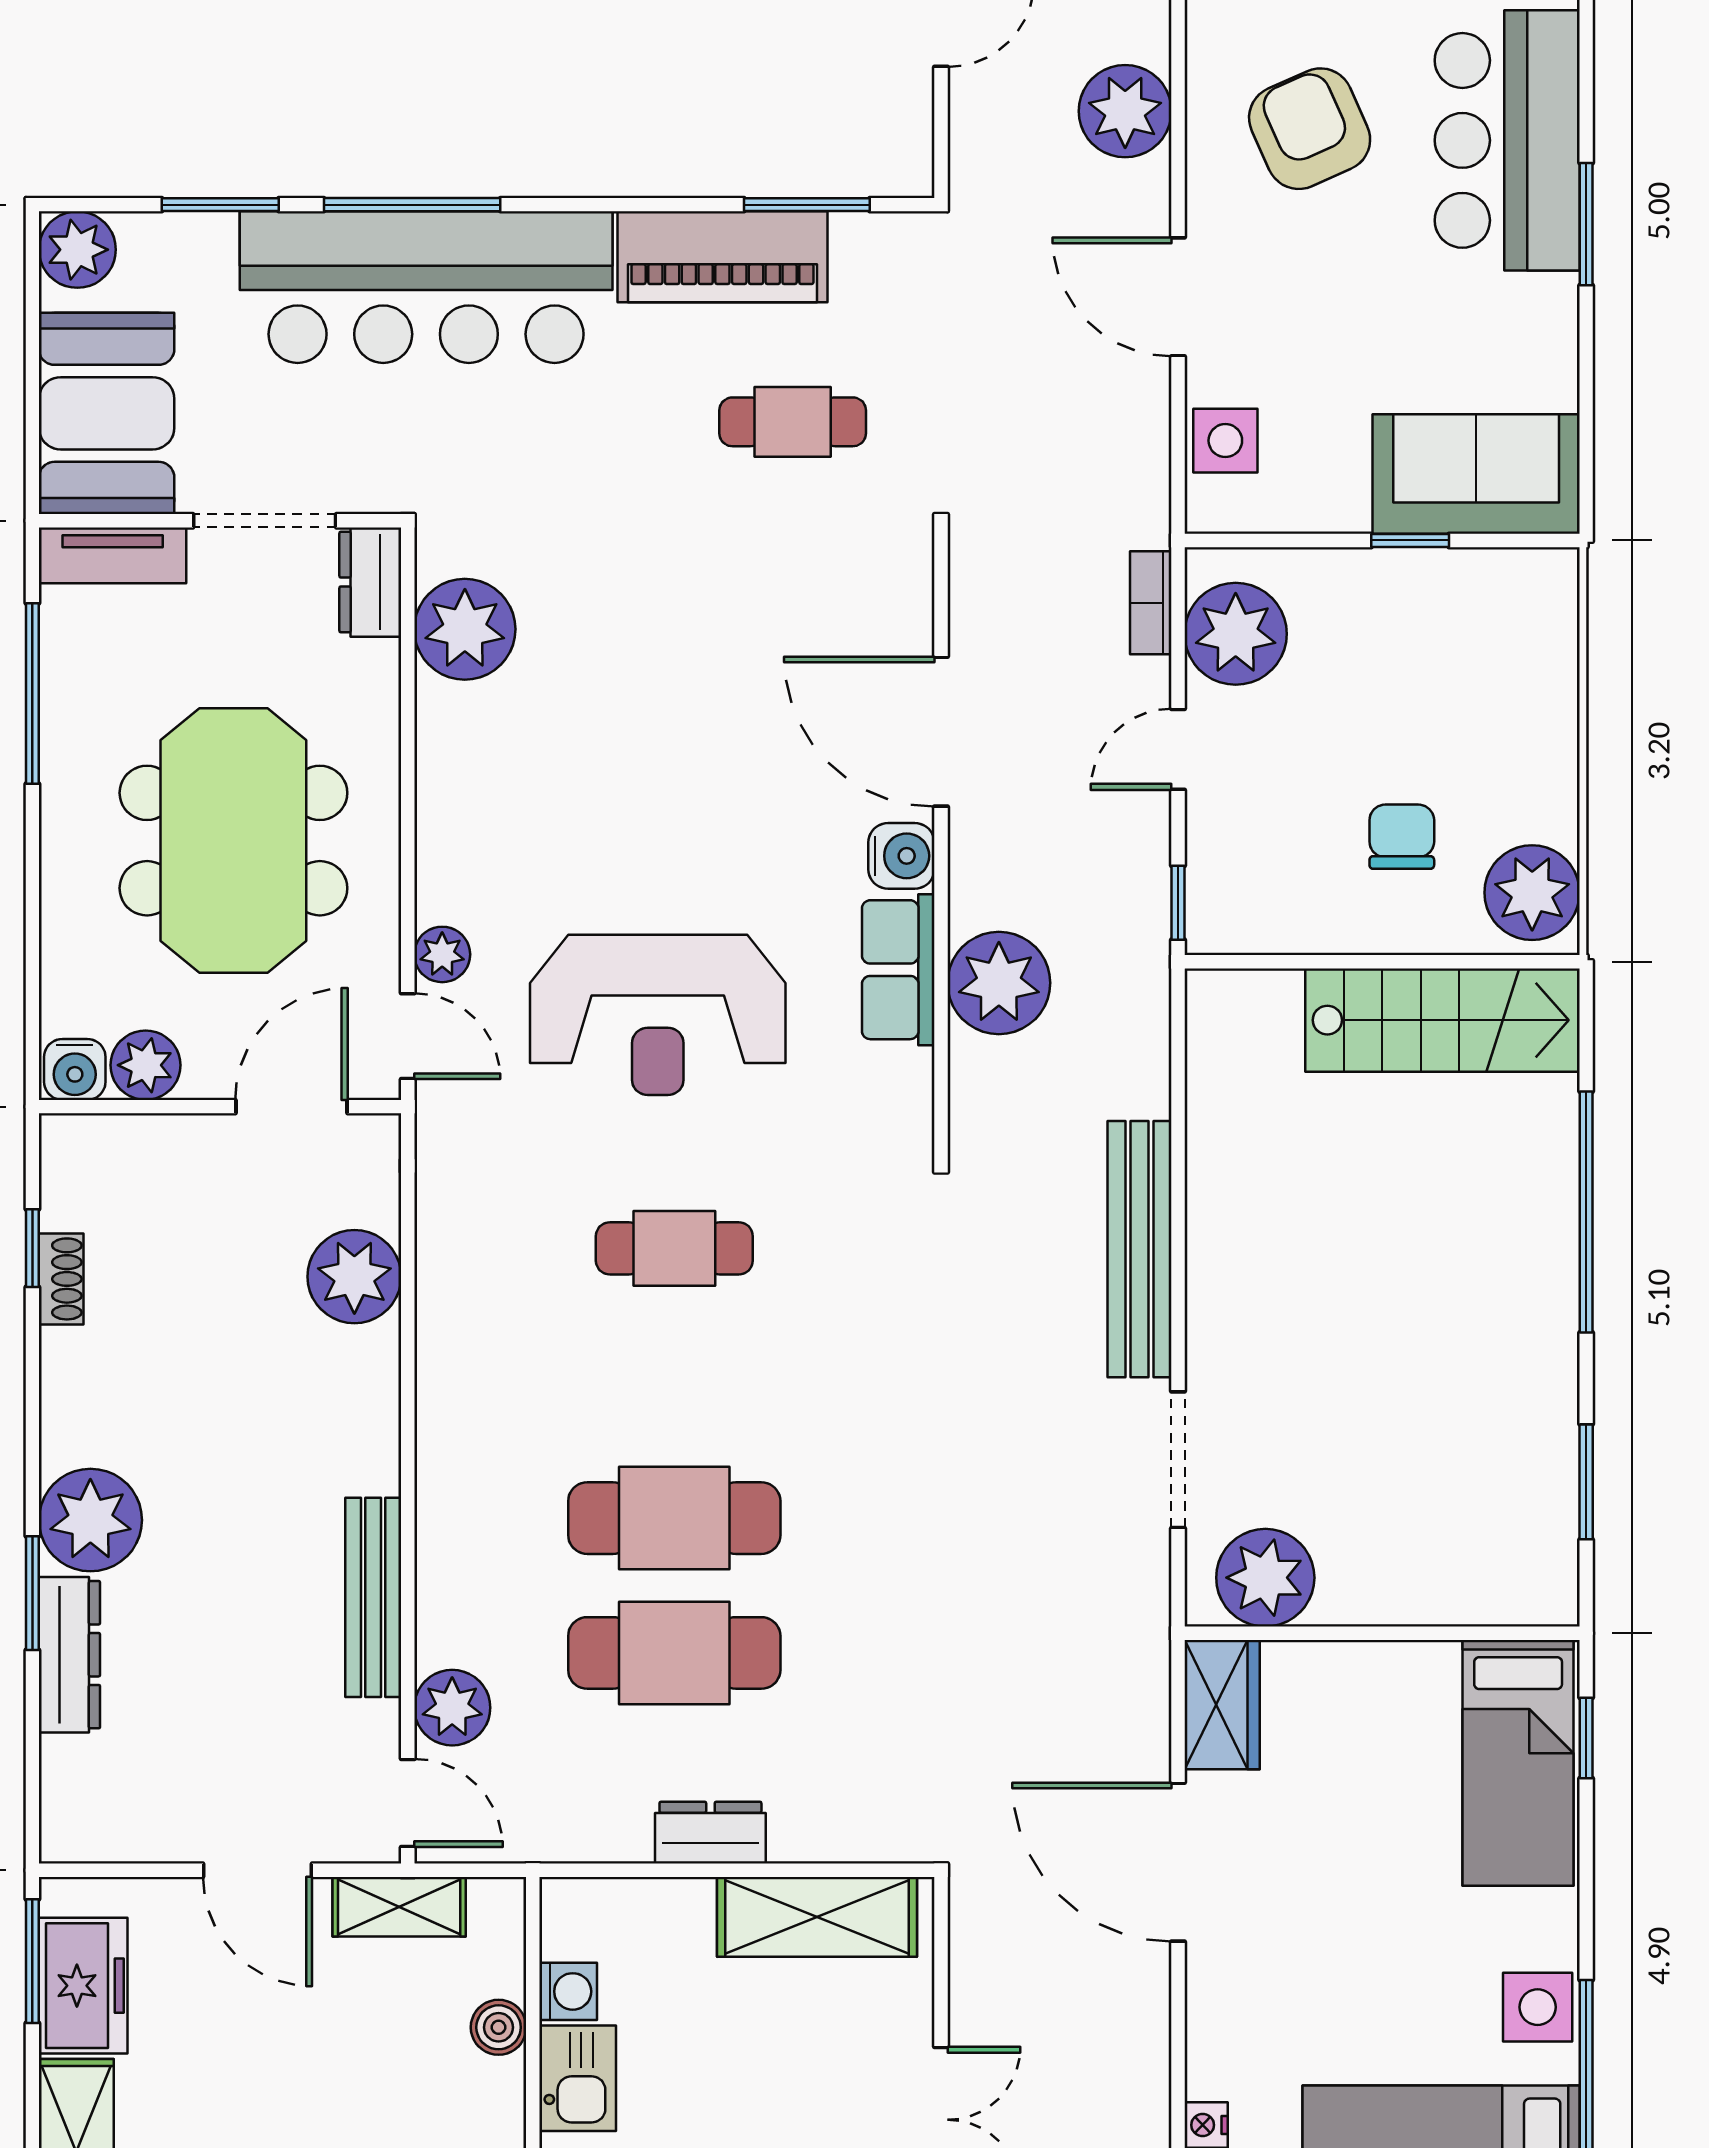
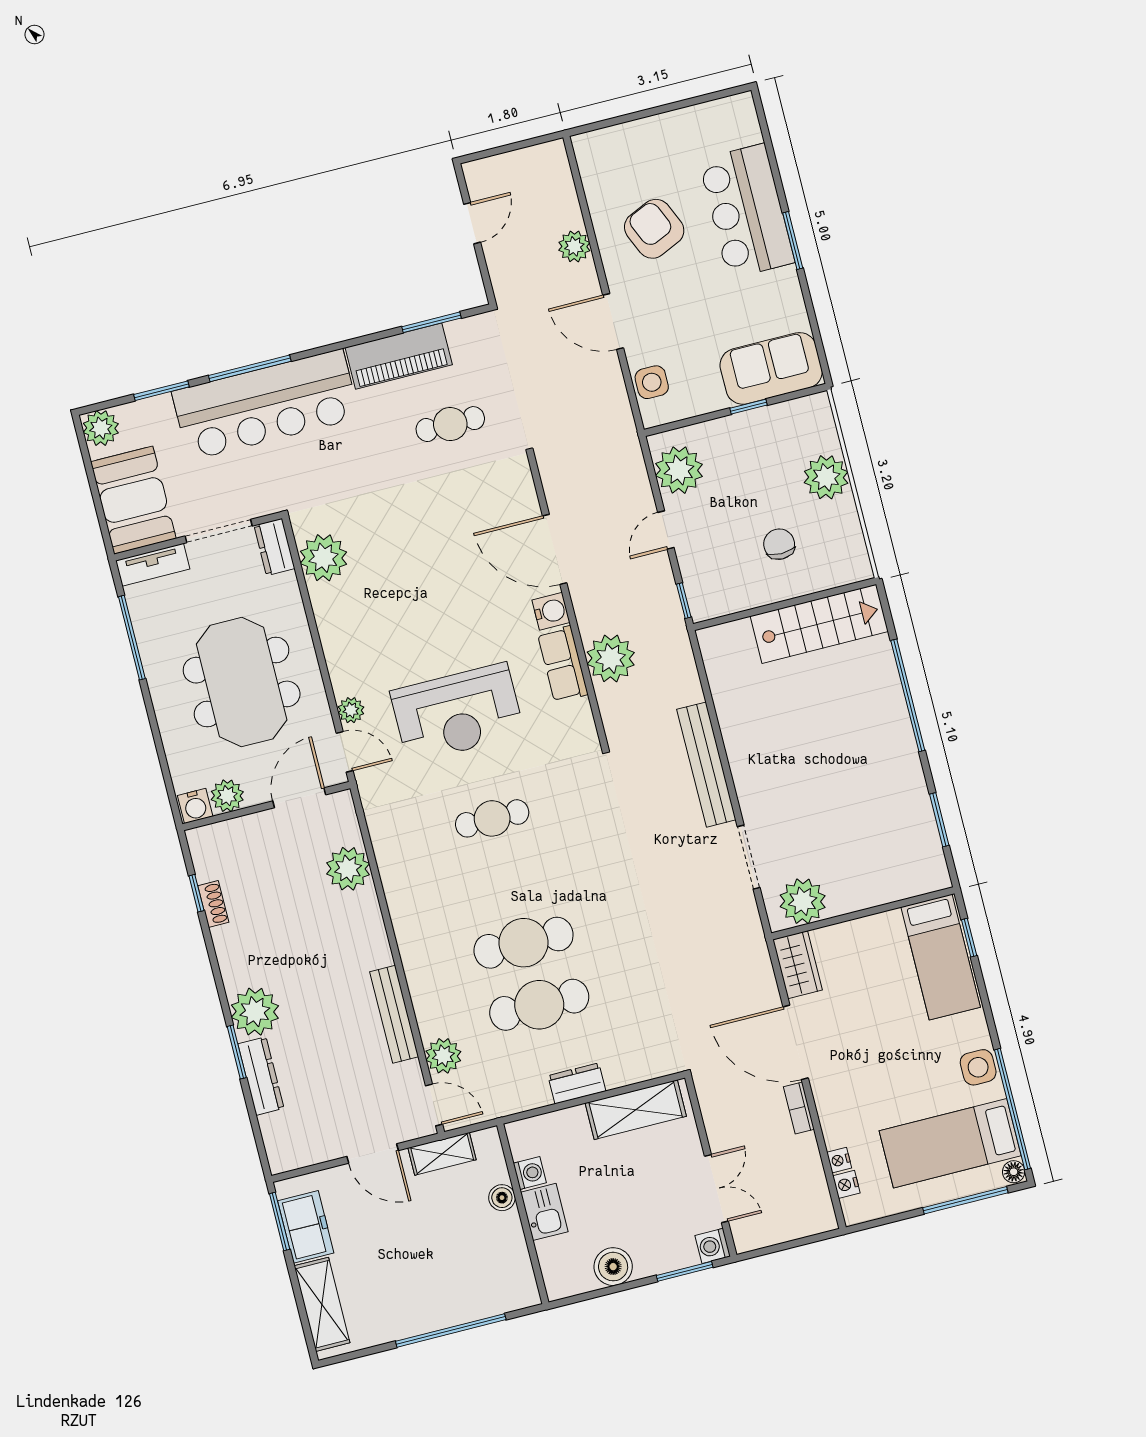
plant: (1125, 111) -> (574, 246), width x0.73, depth x0.73
bookcase: (1151, 603) -> (799, 1108), moved
plant: (1532, 893) -> (826, 477), moved

